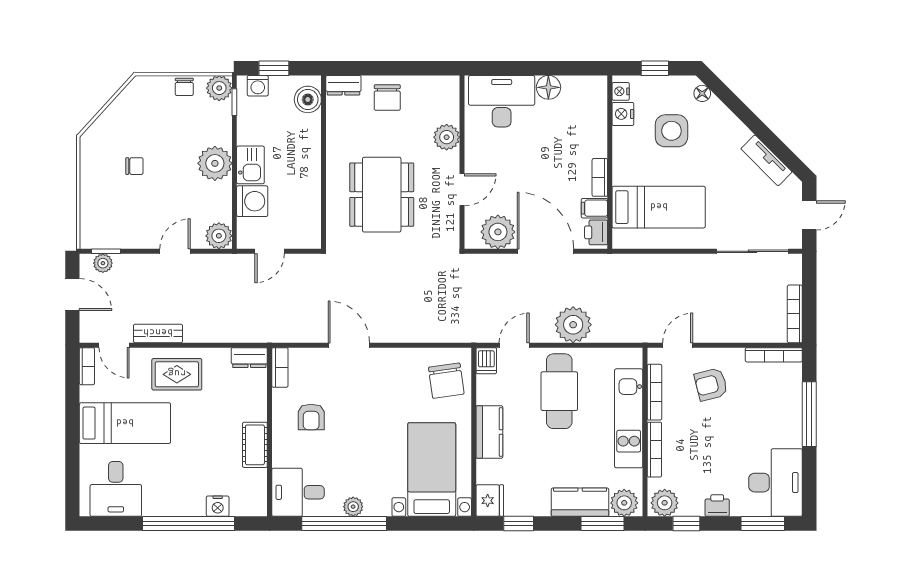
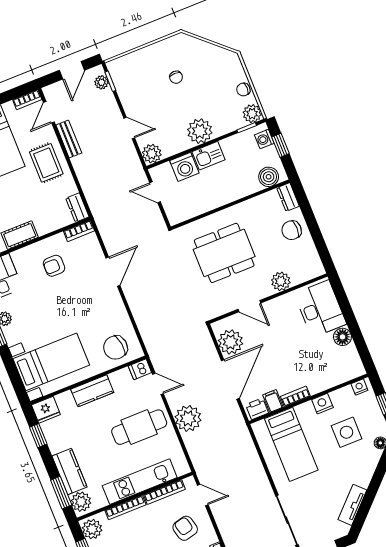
nightstand: (623, 114) -> (322, 404), moved

